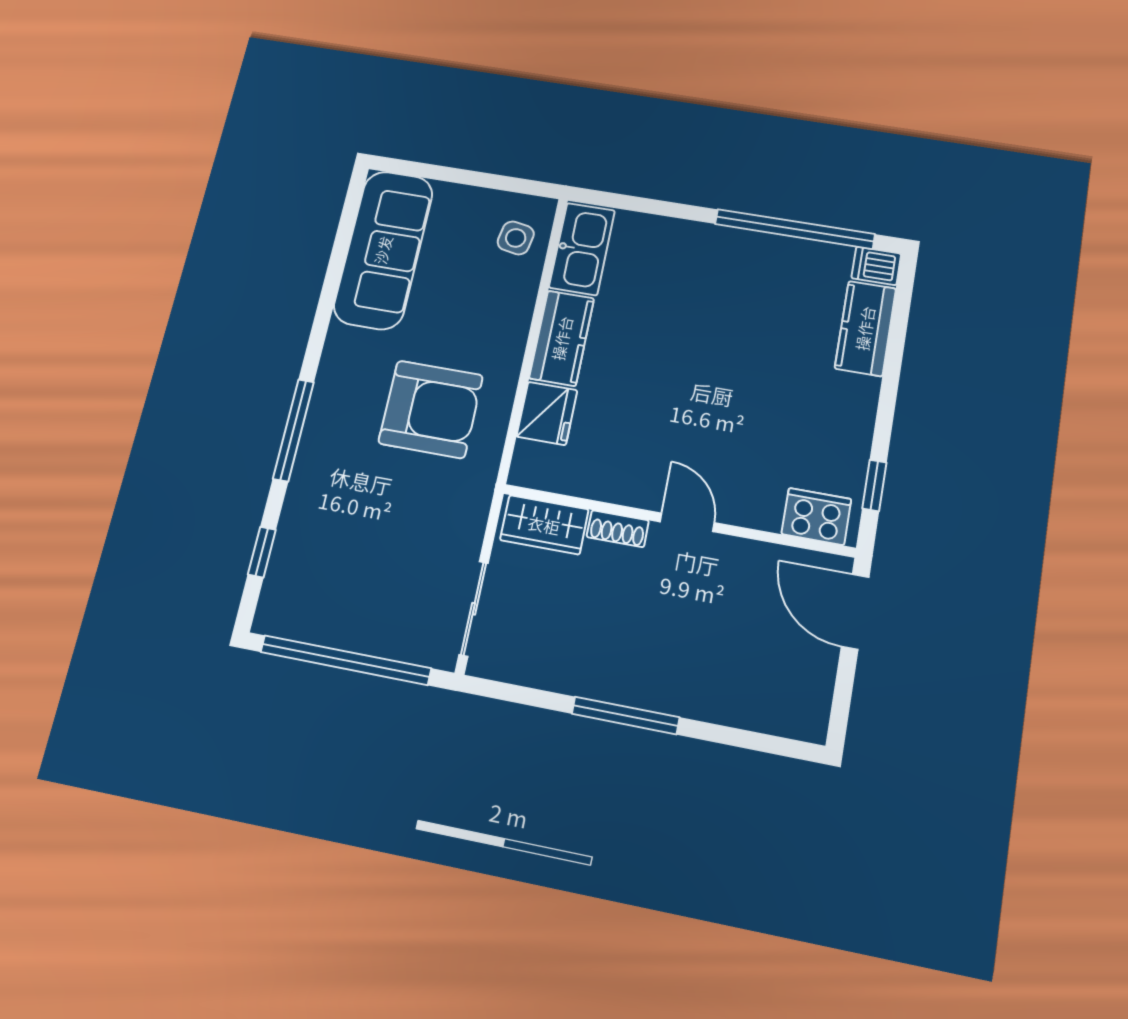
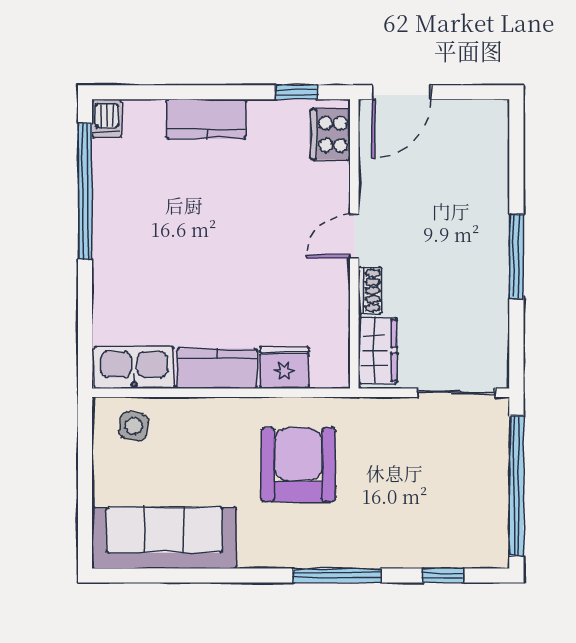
kitchen counter: (865, 328) -> (206, 119), moved

